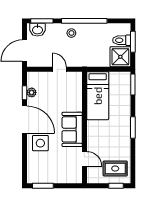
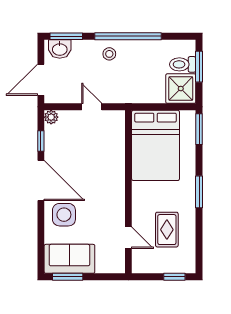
plant: (32, 92) -> (51, 117), moved
bed: (98, 96) -> (156, 145), width x1.50
sofa: (72, 129) -> (69, 259), moved, turned 90
rug: (115, 169) -> (167, 230), moved, turned 90

